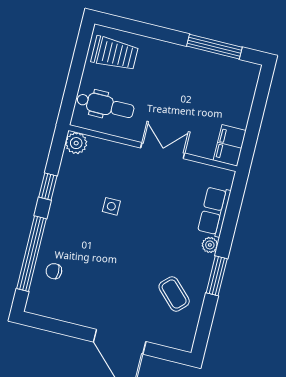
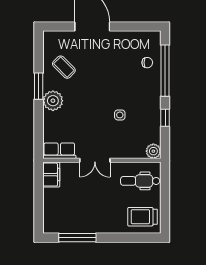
row of seats: (214, 211) -> (59, 151), moved, turned -90
plant: (210, 245) -> (53, 101), width x1.88, depth x1.88

